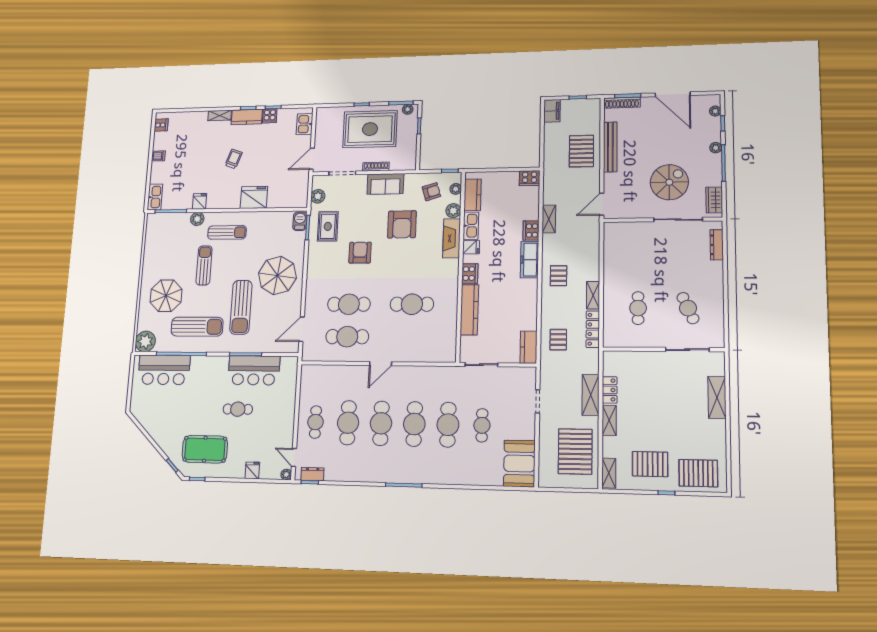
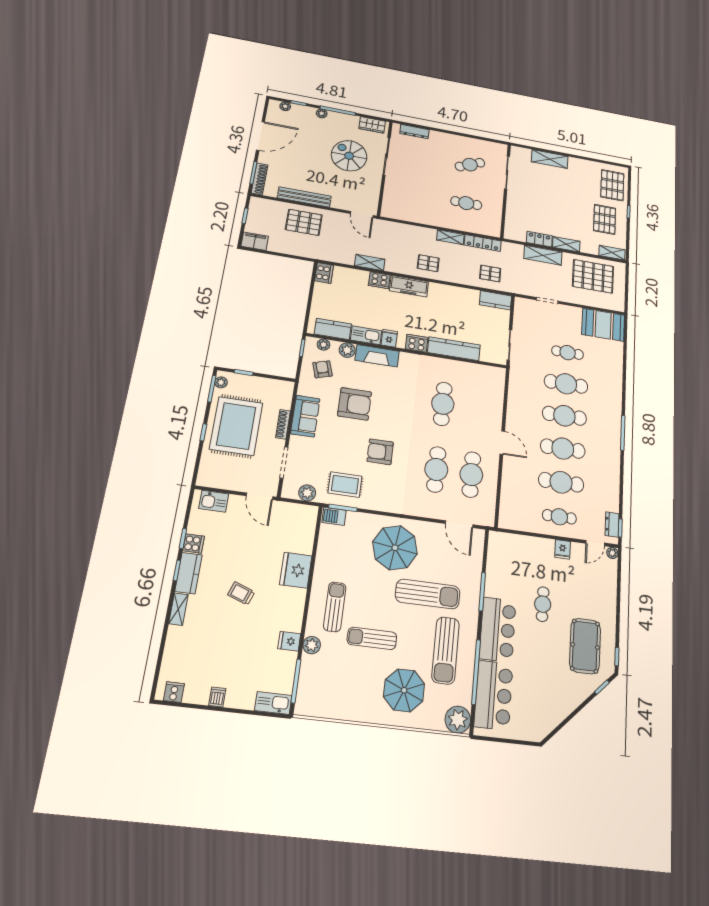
sun lounger: (197, 327) -> (446, 650), turned 180
bar counter: (254, 370) -> (498, 630), moved
fridge: (252, 470) -> (563, 549), moved, turned -90

